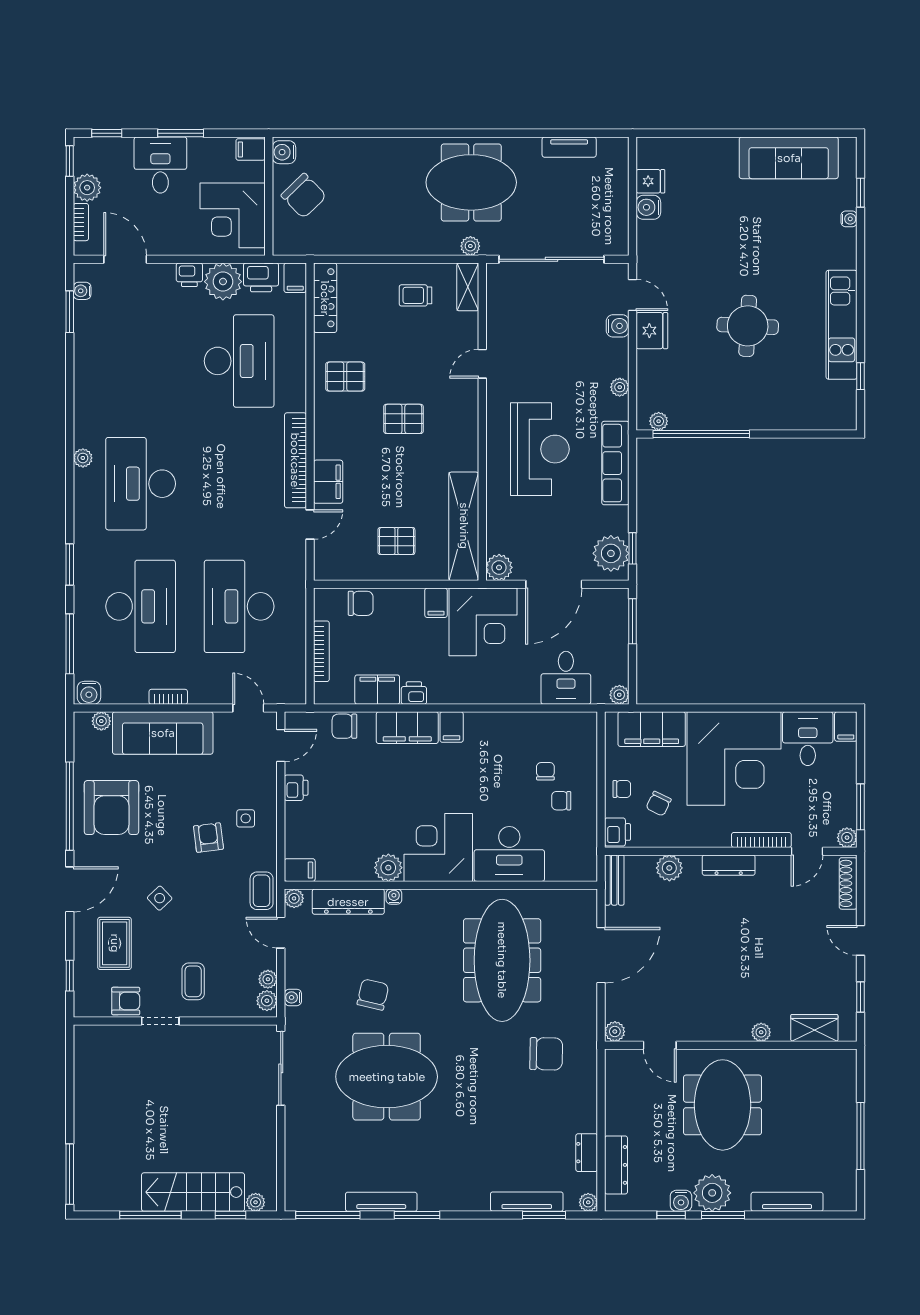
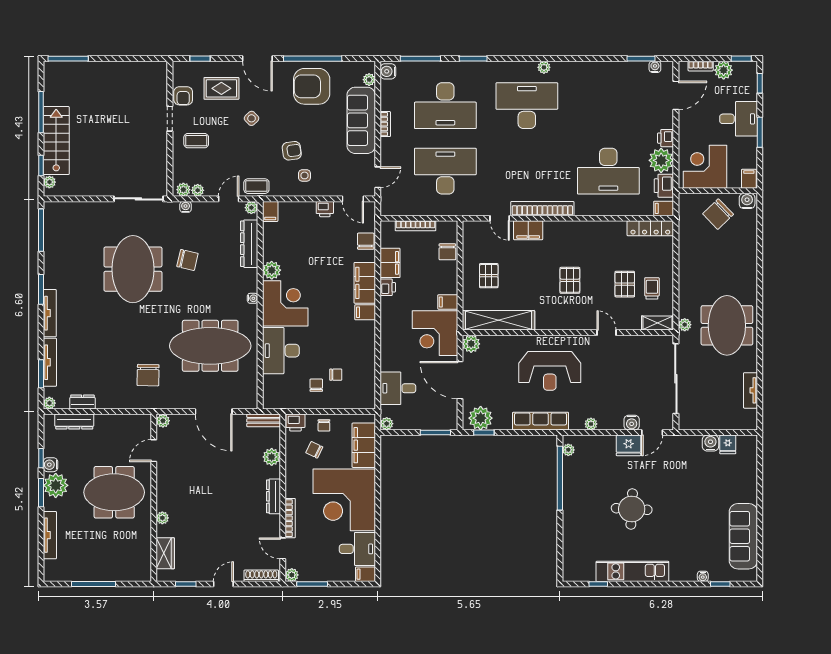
pallet: (345, 377) -> (625, 284), moved
water cooler: (394, 897) -> (253, 298), moved
tv unit: (381, 1202) -> (50, 313), moved

